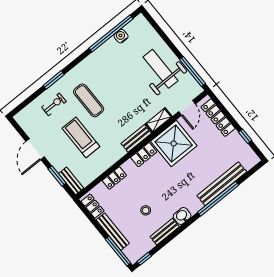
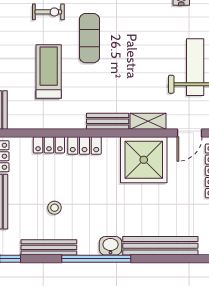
locker: (144, 155) -> (84, 146), moved
window: (218, 199) -> (96, 259), moved
washbasin: (182, 216) -> (111, 246), moved
bench: (165, 232) -> (49, 247), width x1.36

